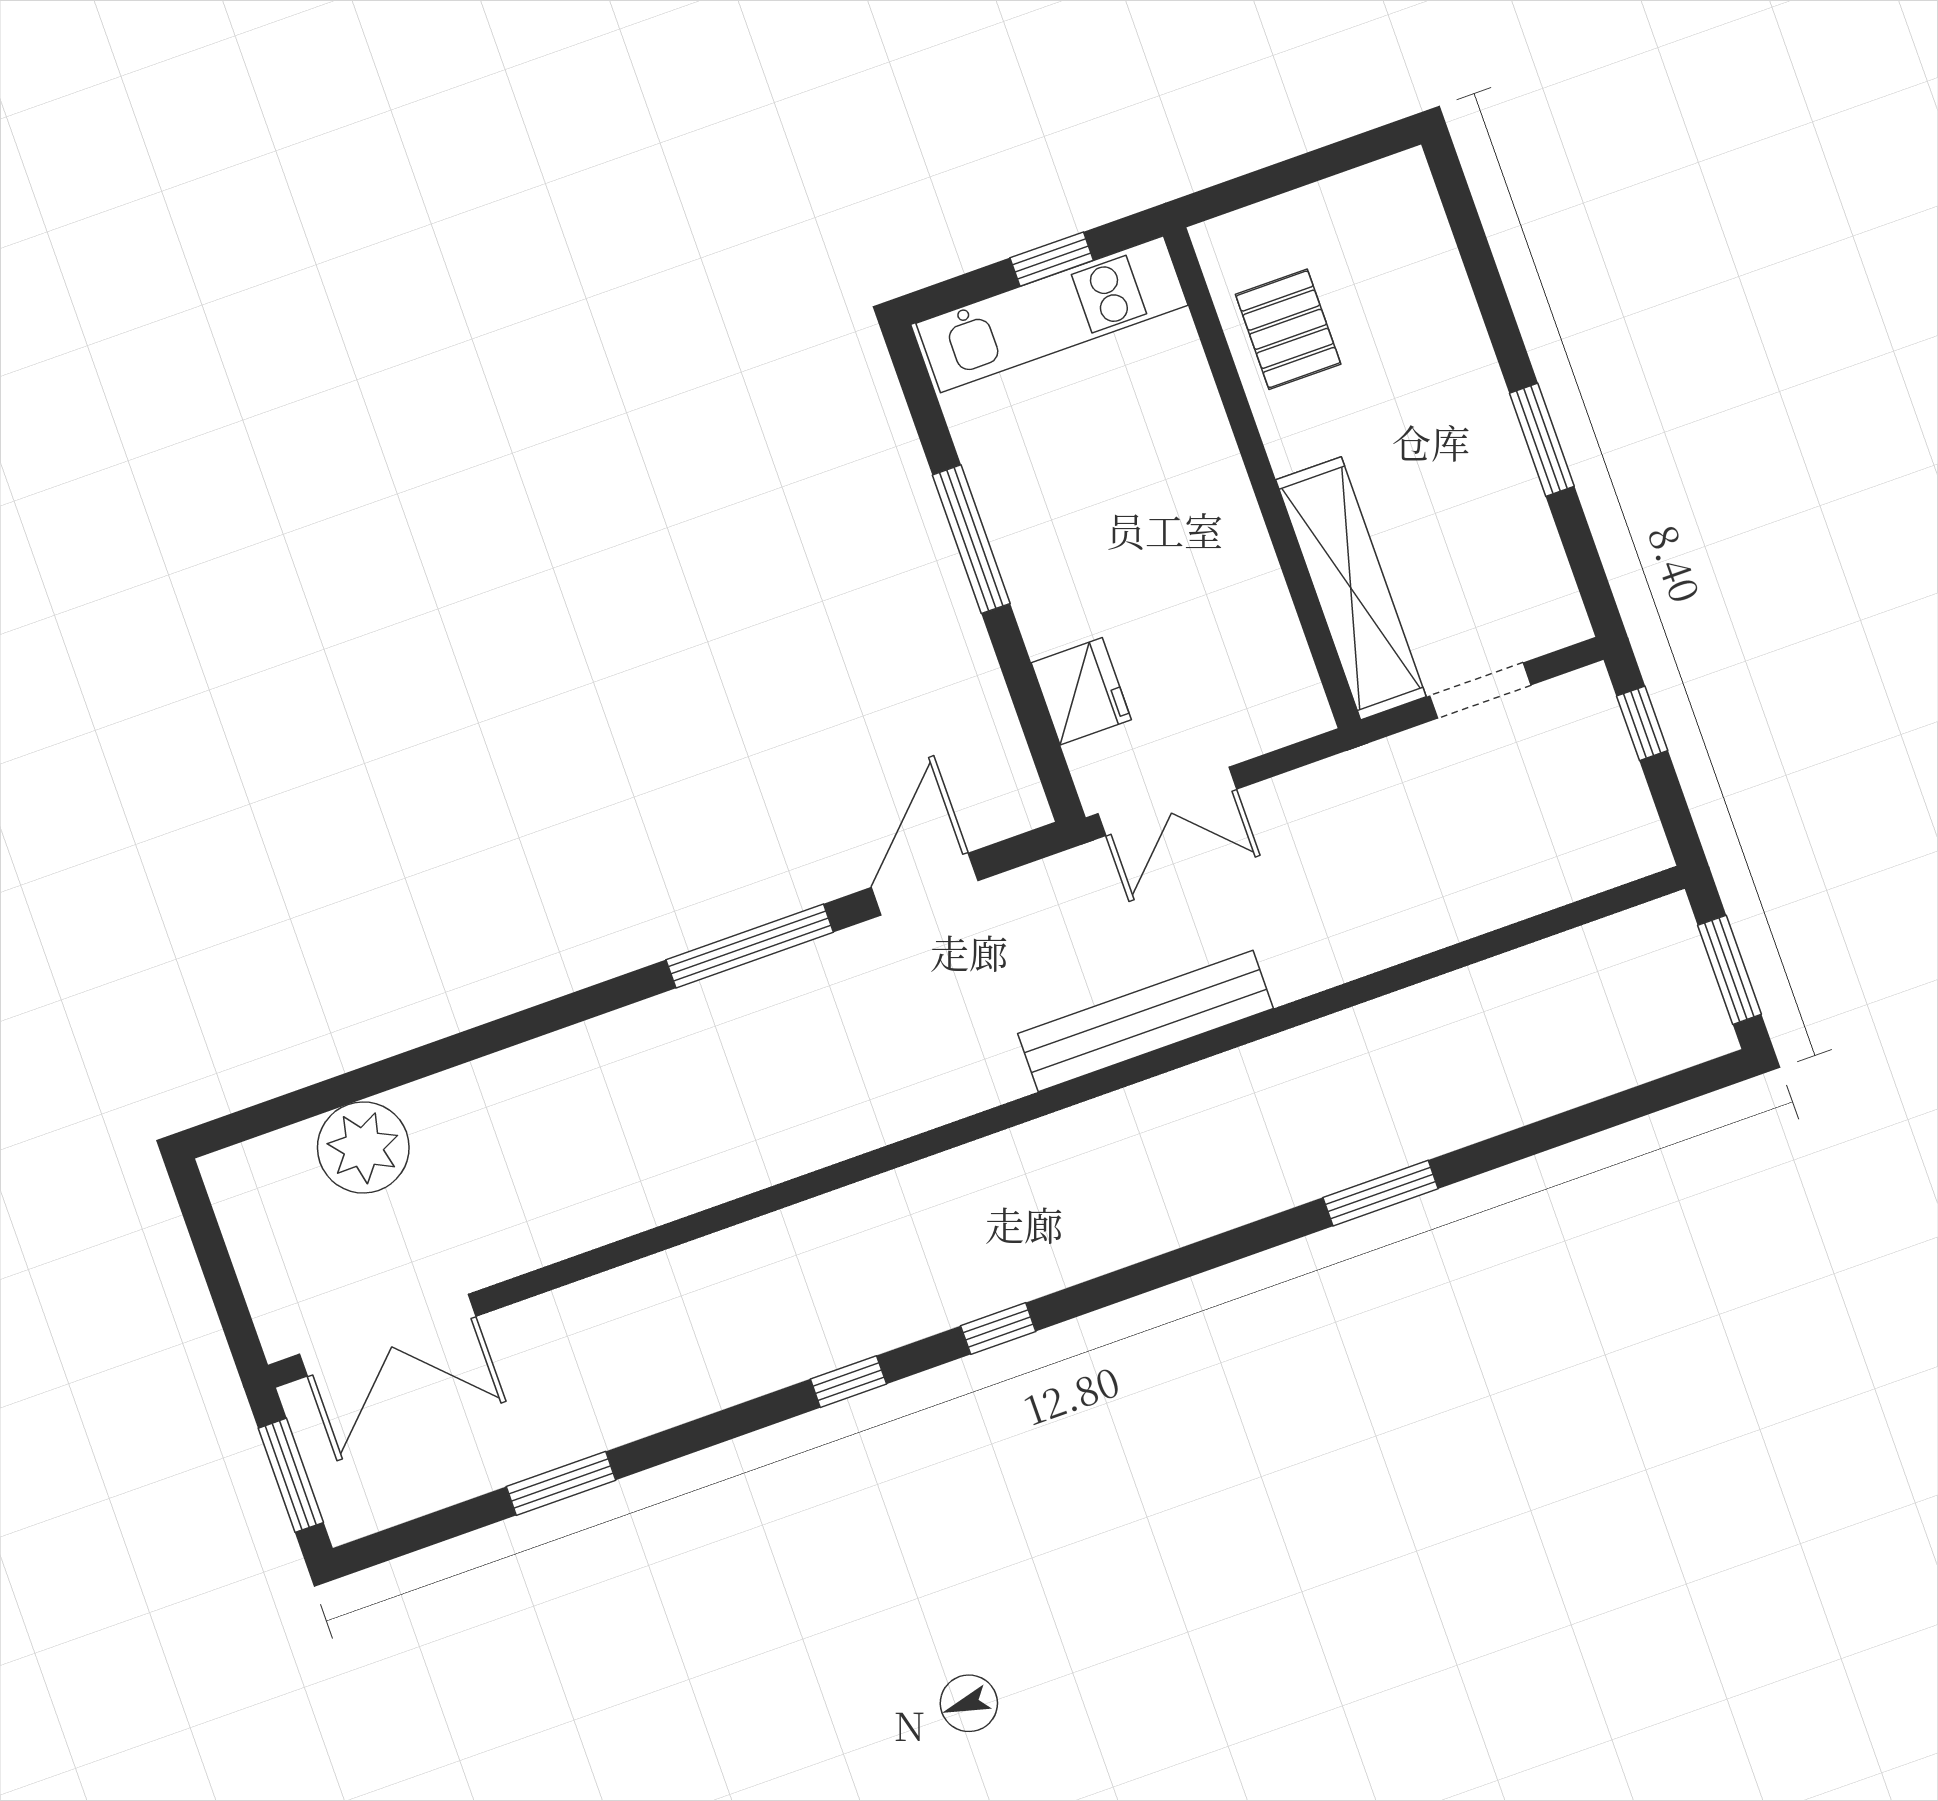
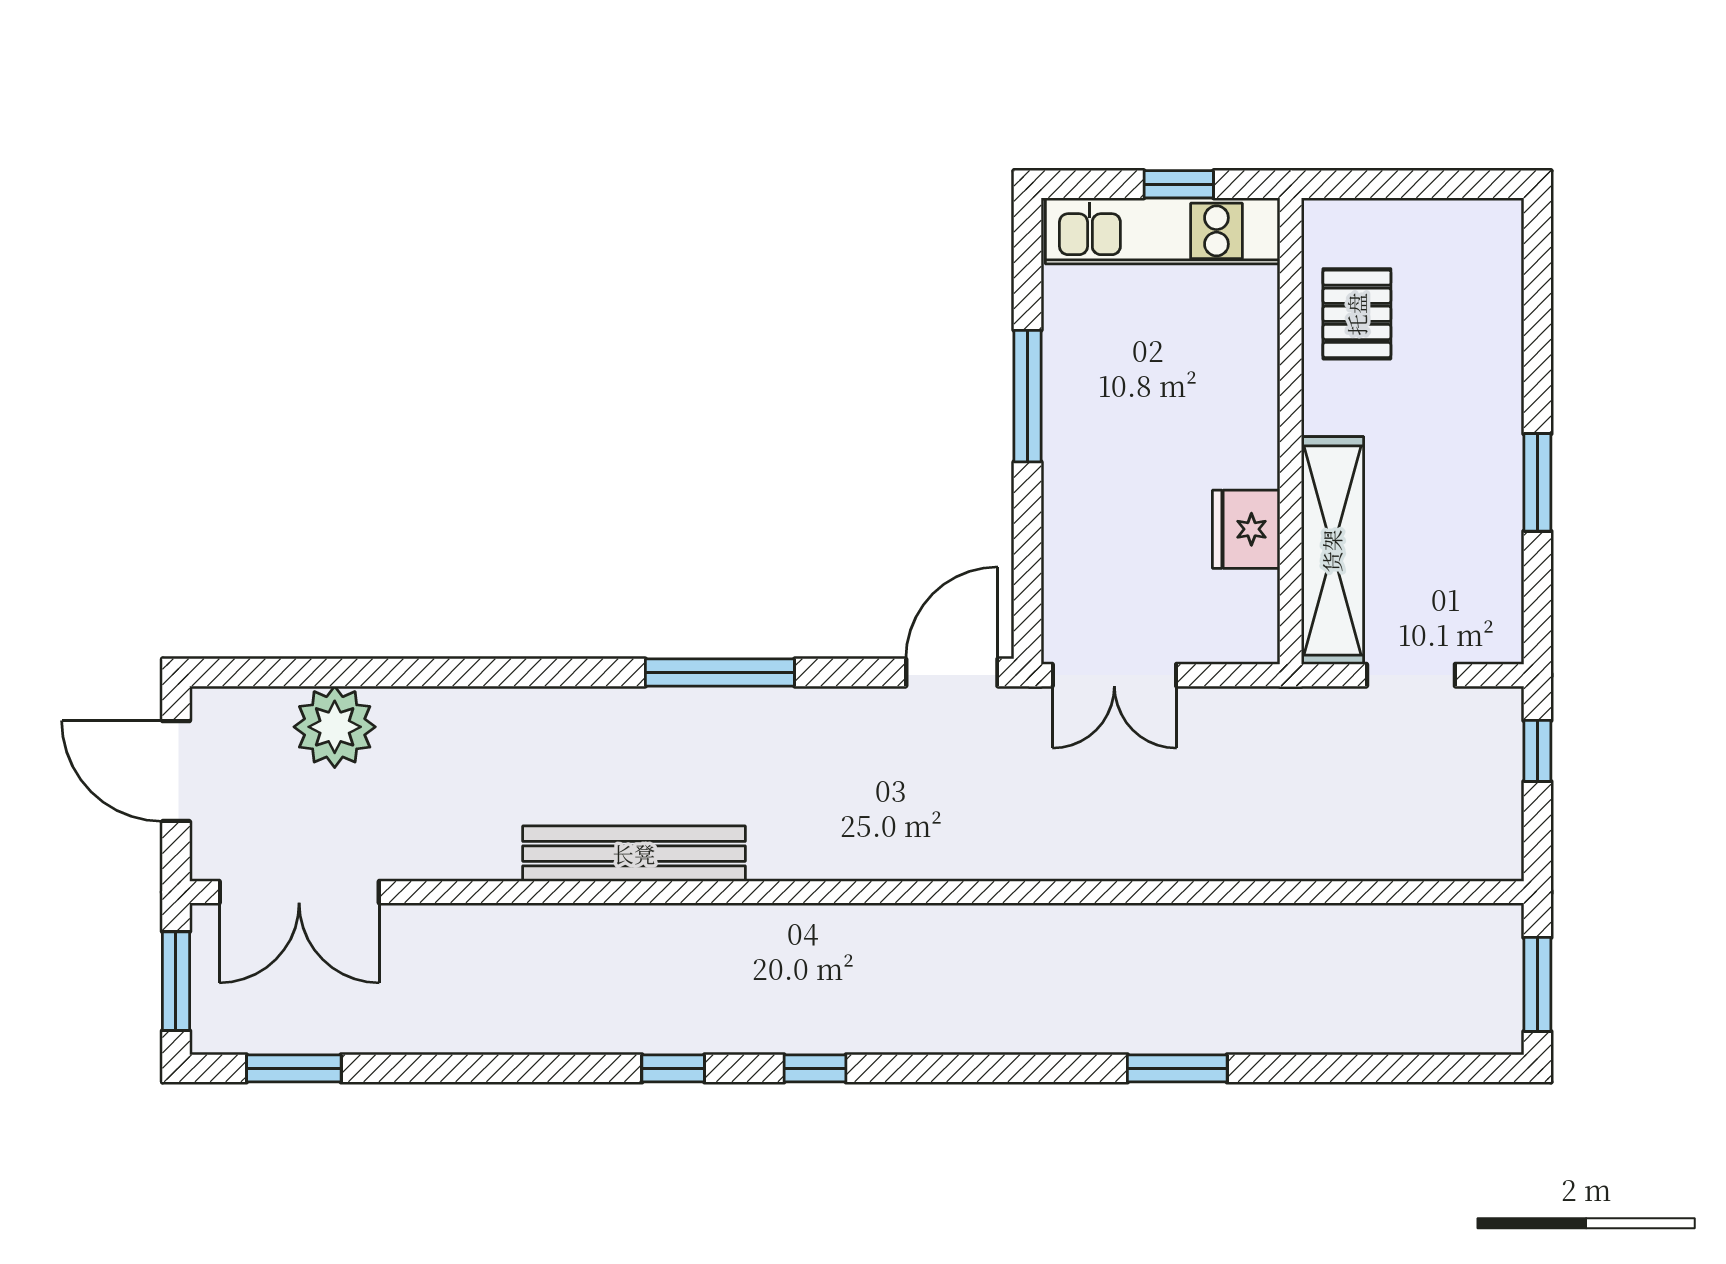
fridge: (1081, 691) -> (1246, 529), moved, turned 180
door: (925, 884) -> (952, 672), moved
bench: (1146, 1021) -> (634, 854), moved
door: (212, 1253) -> (176, 771), added
window: (561, 1483) -> (294, 1068), moved

